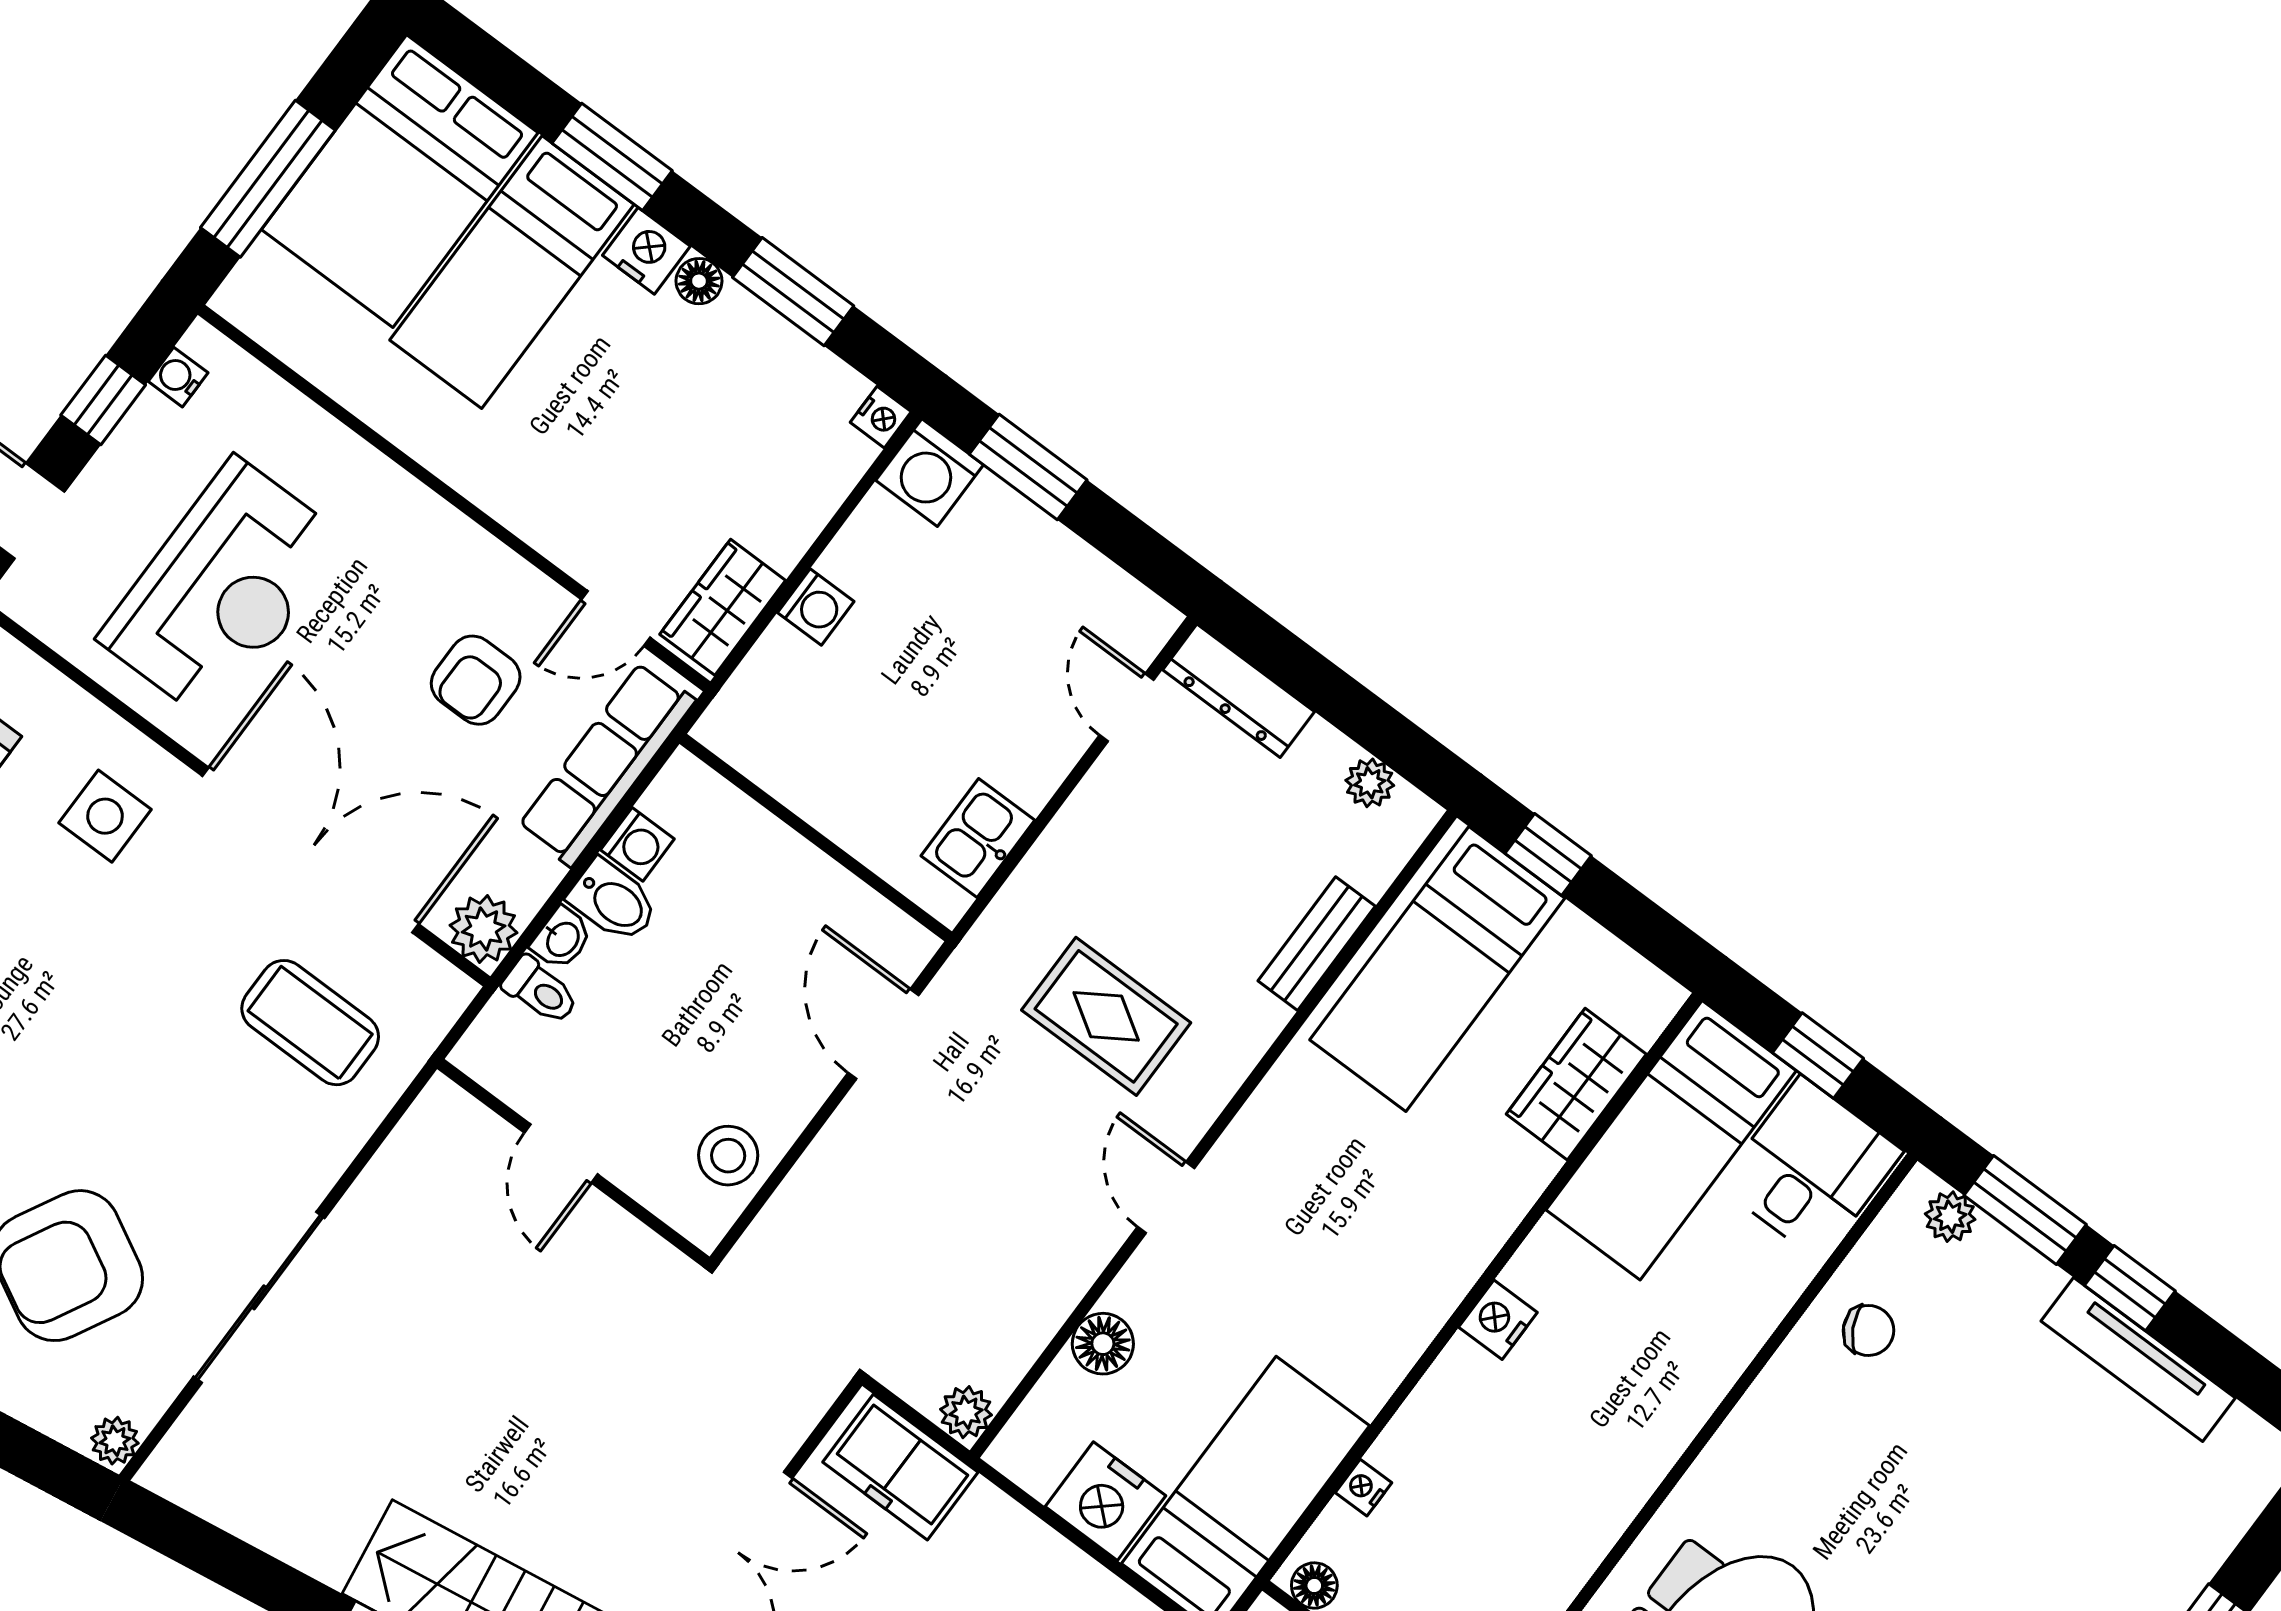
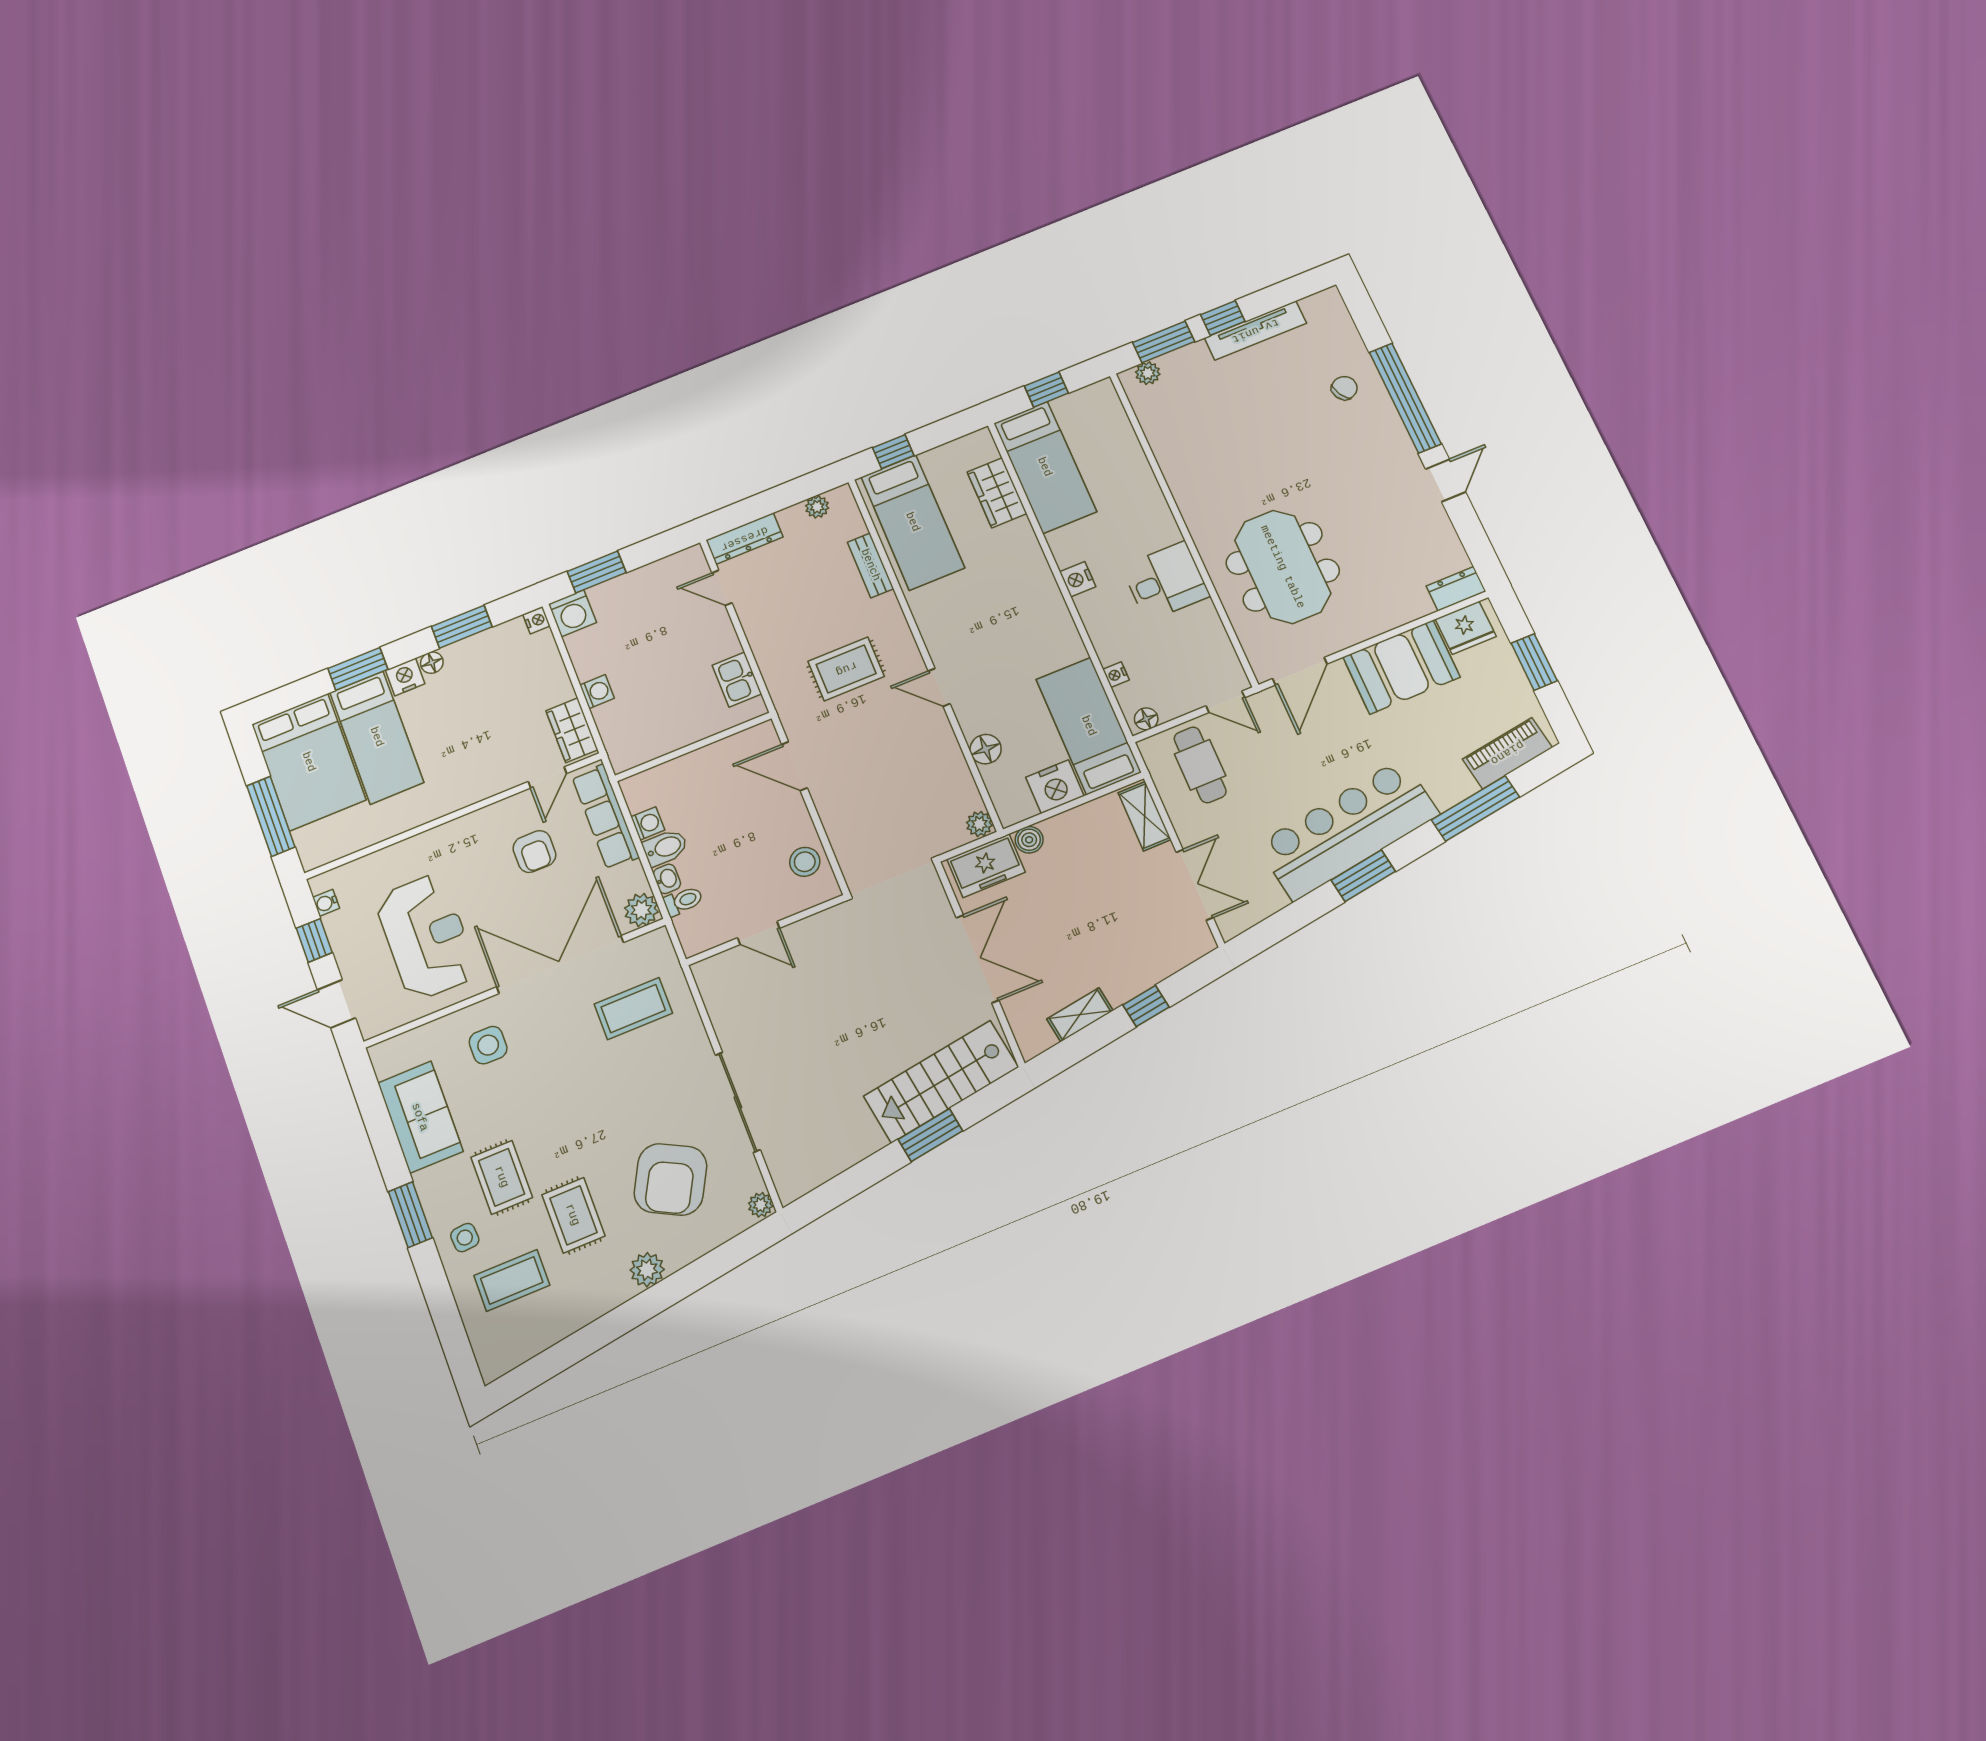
desk: (1811, 1168) -> (1166, 581), moved, turned 90
chair: (1868, 1330) -> (1344, 388), moved
boiler: (988, 1513) -> (1029, 840), added

